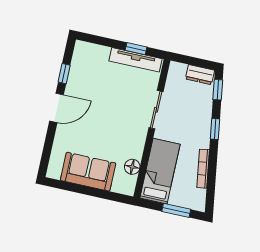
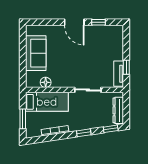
tv unit: (135, 60) -> (119, 74), width x0.71
dresser: (200, 75) -> (118, 110), width x1.44

